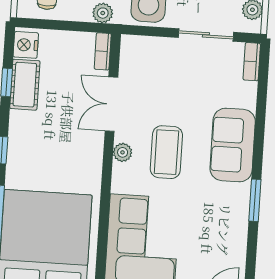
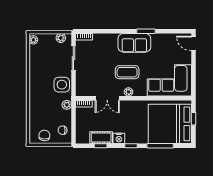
nightstand: (26, 45) -> (119, 138), moved
sofa: (233, 145) -> (134, 43), moved

